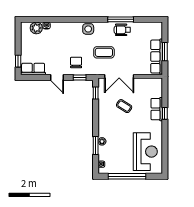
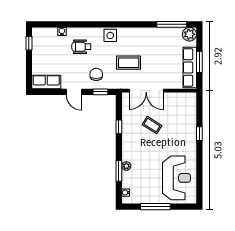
window: (121, 19) -> (172, 24), moved
plant: (36, 28) -> (189, 34), moved
wheelchair: (122, 30) -> (81, 47), moved
window: (18, 61) -> (29, 43), moved
window: (96, 93) -> (119, 127), moved
row of seats: (157, 109) -> (190, 129), removed
window: (127, 176) -> (155, 207), width x0.68

